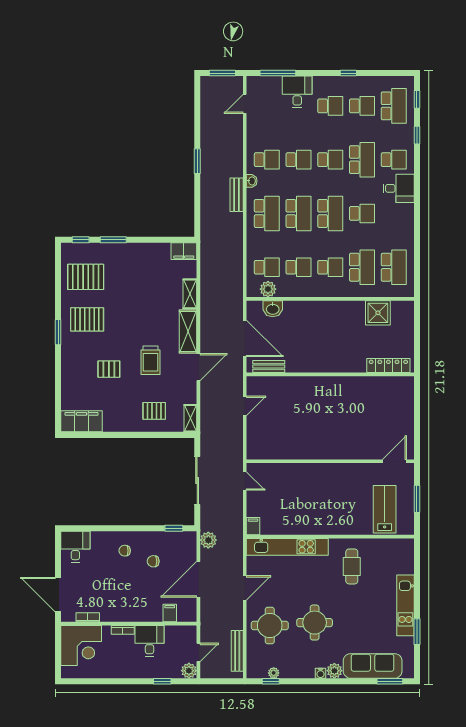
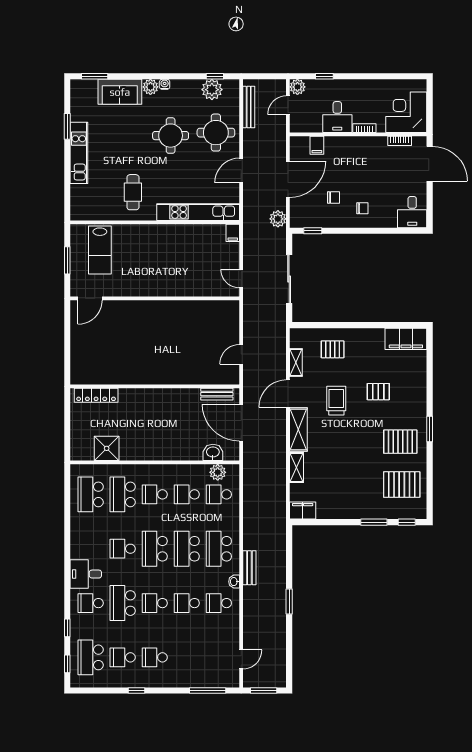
desk: (297, 92) -> (188, 672), removed
shelving: (190, 418) -> (296, 362), moved
sofa: (373, 666) -> (120, 92), width x0.73
plant: (274, 673) -> (212, 90), width x1.88, depth x1.88

